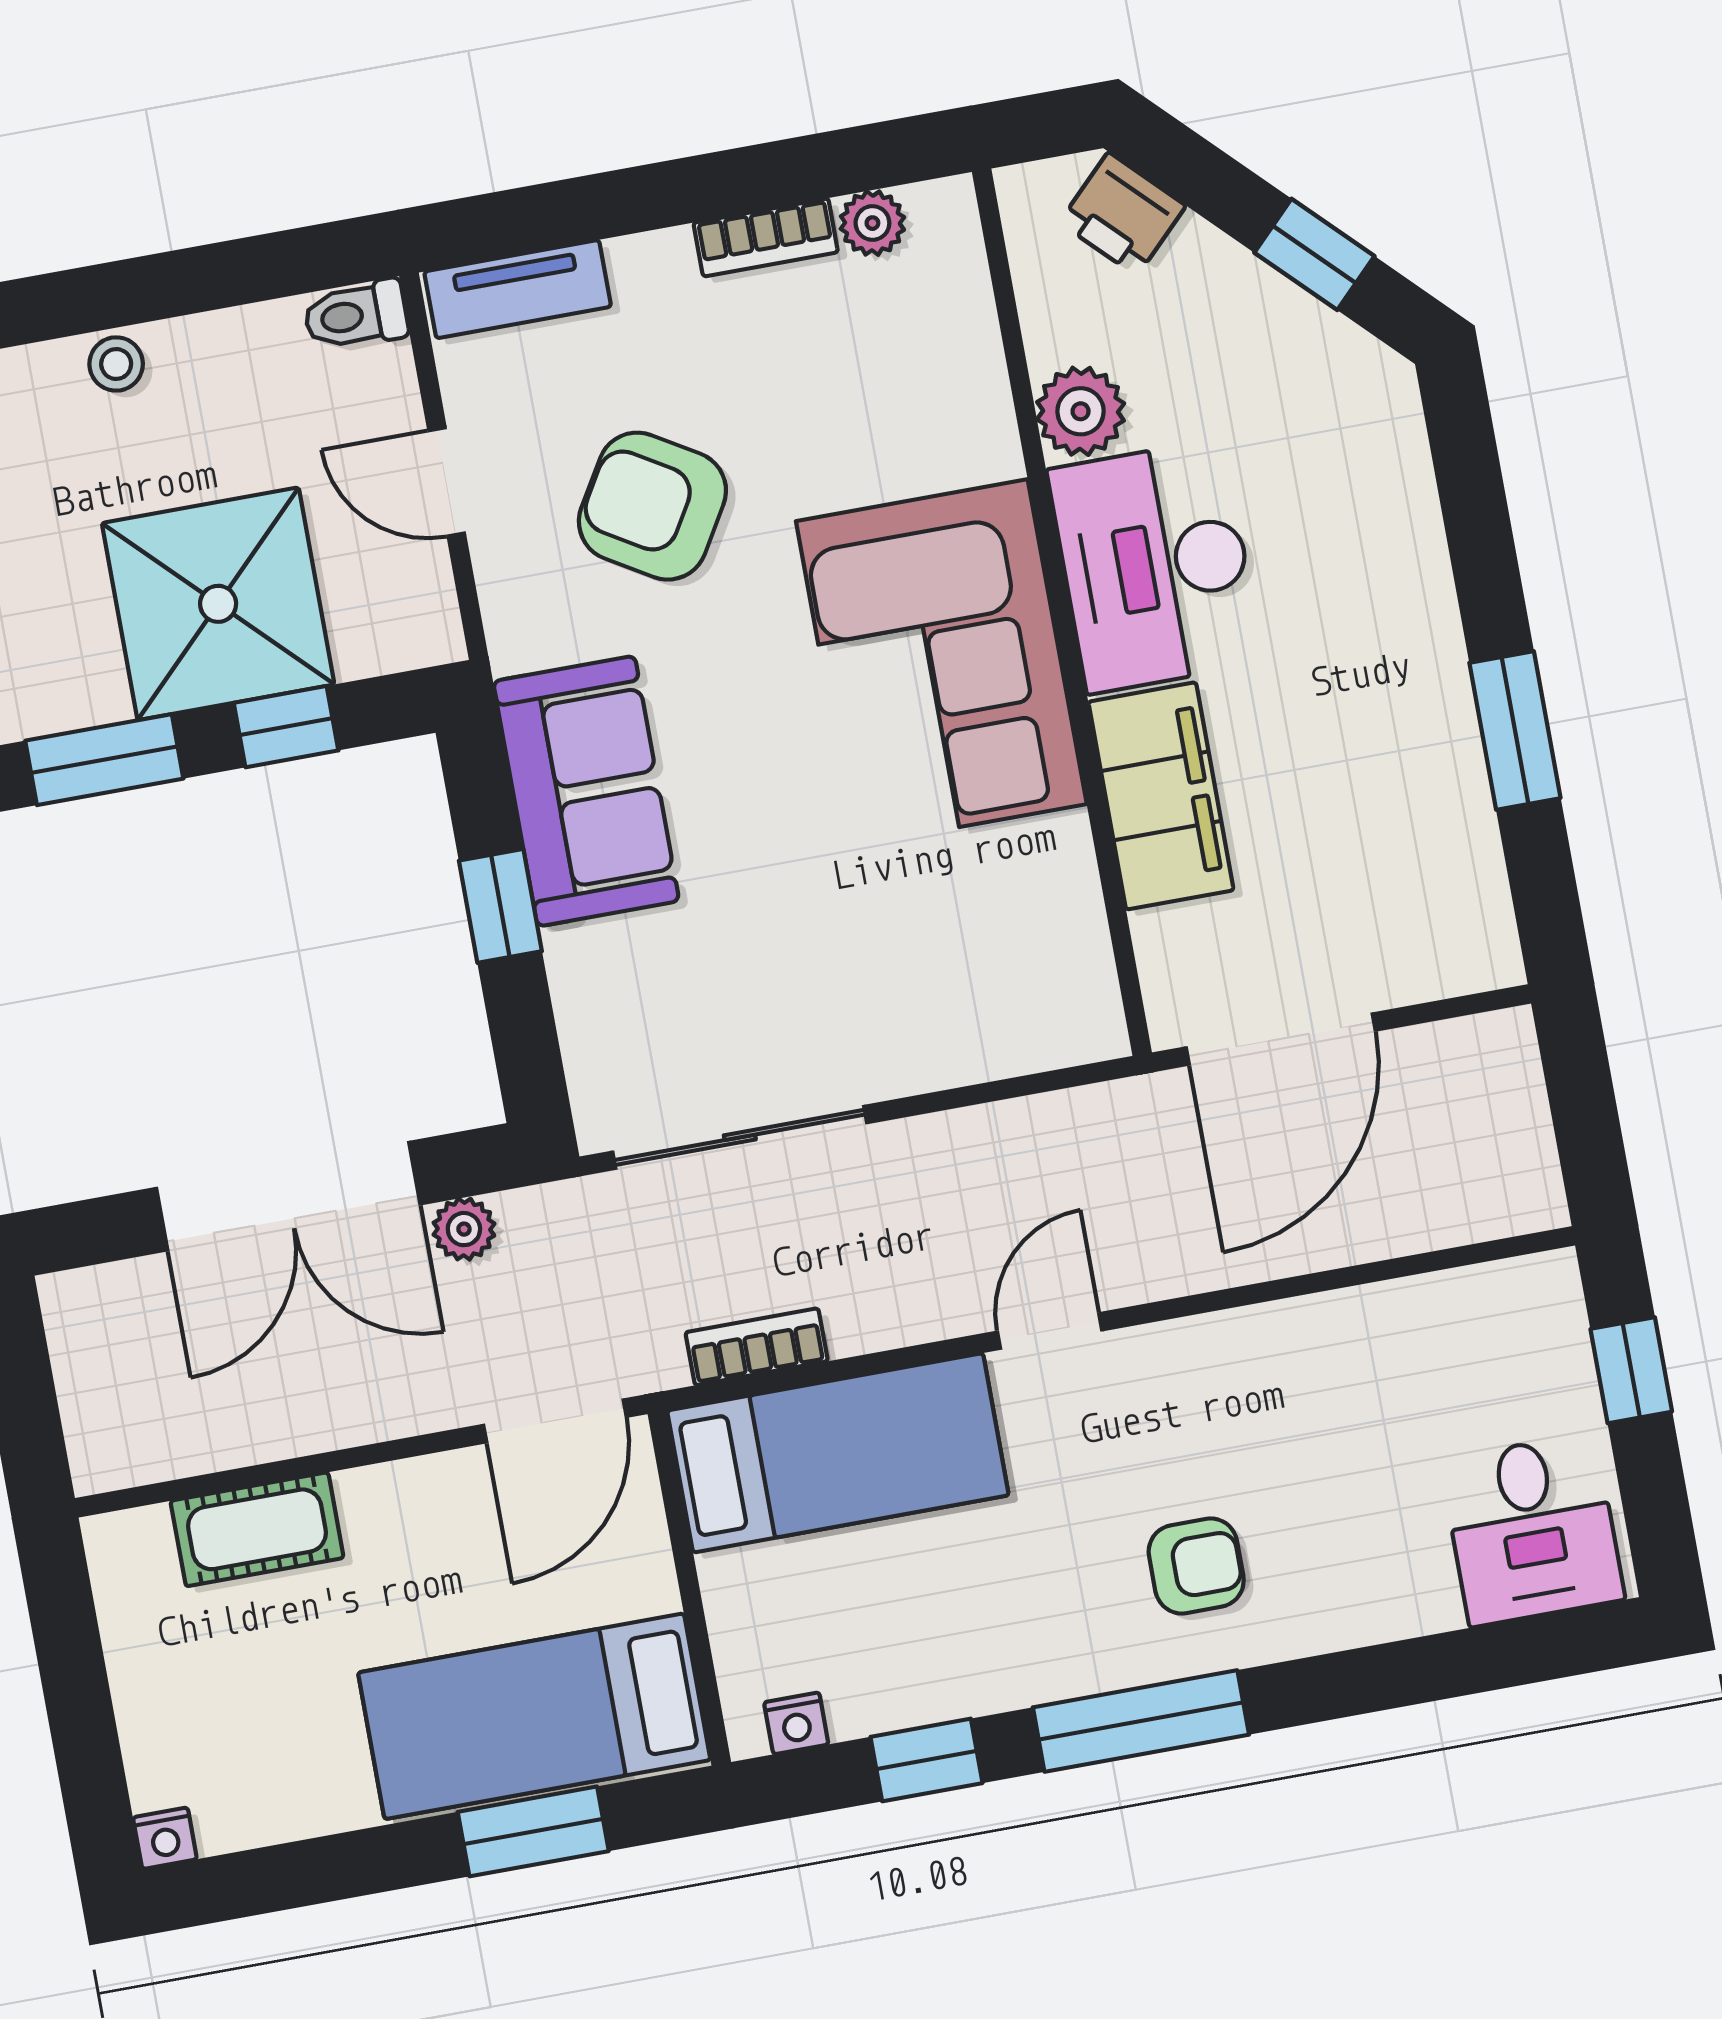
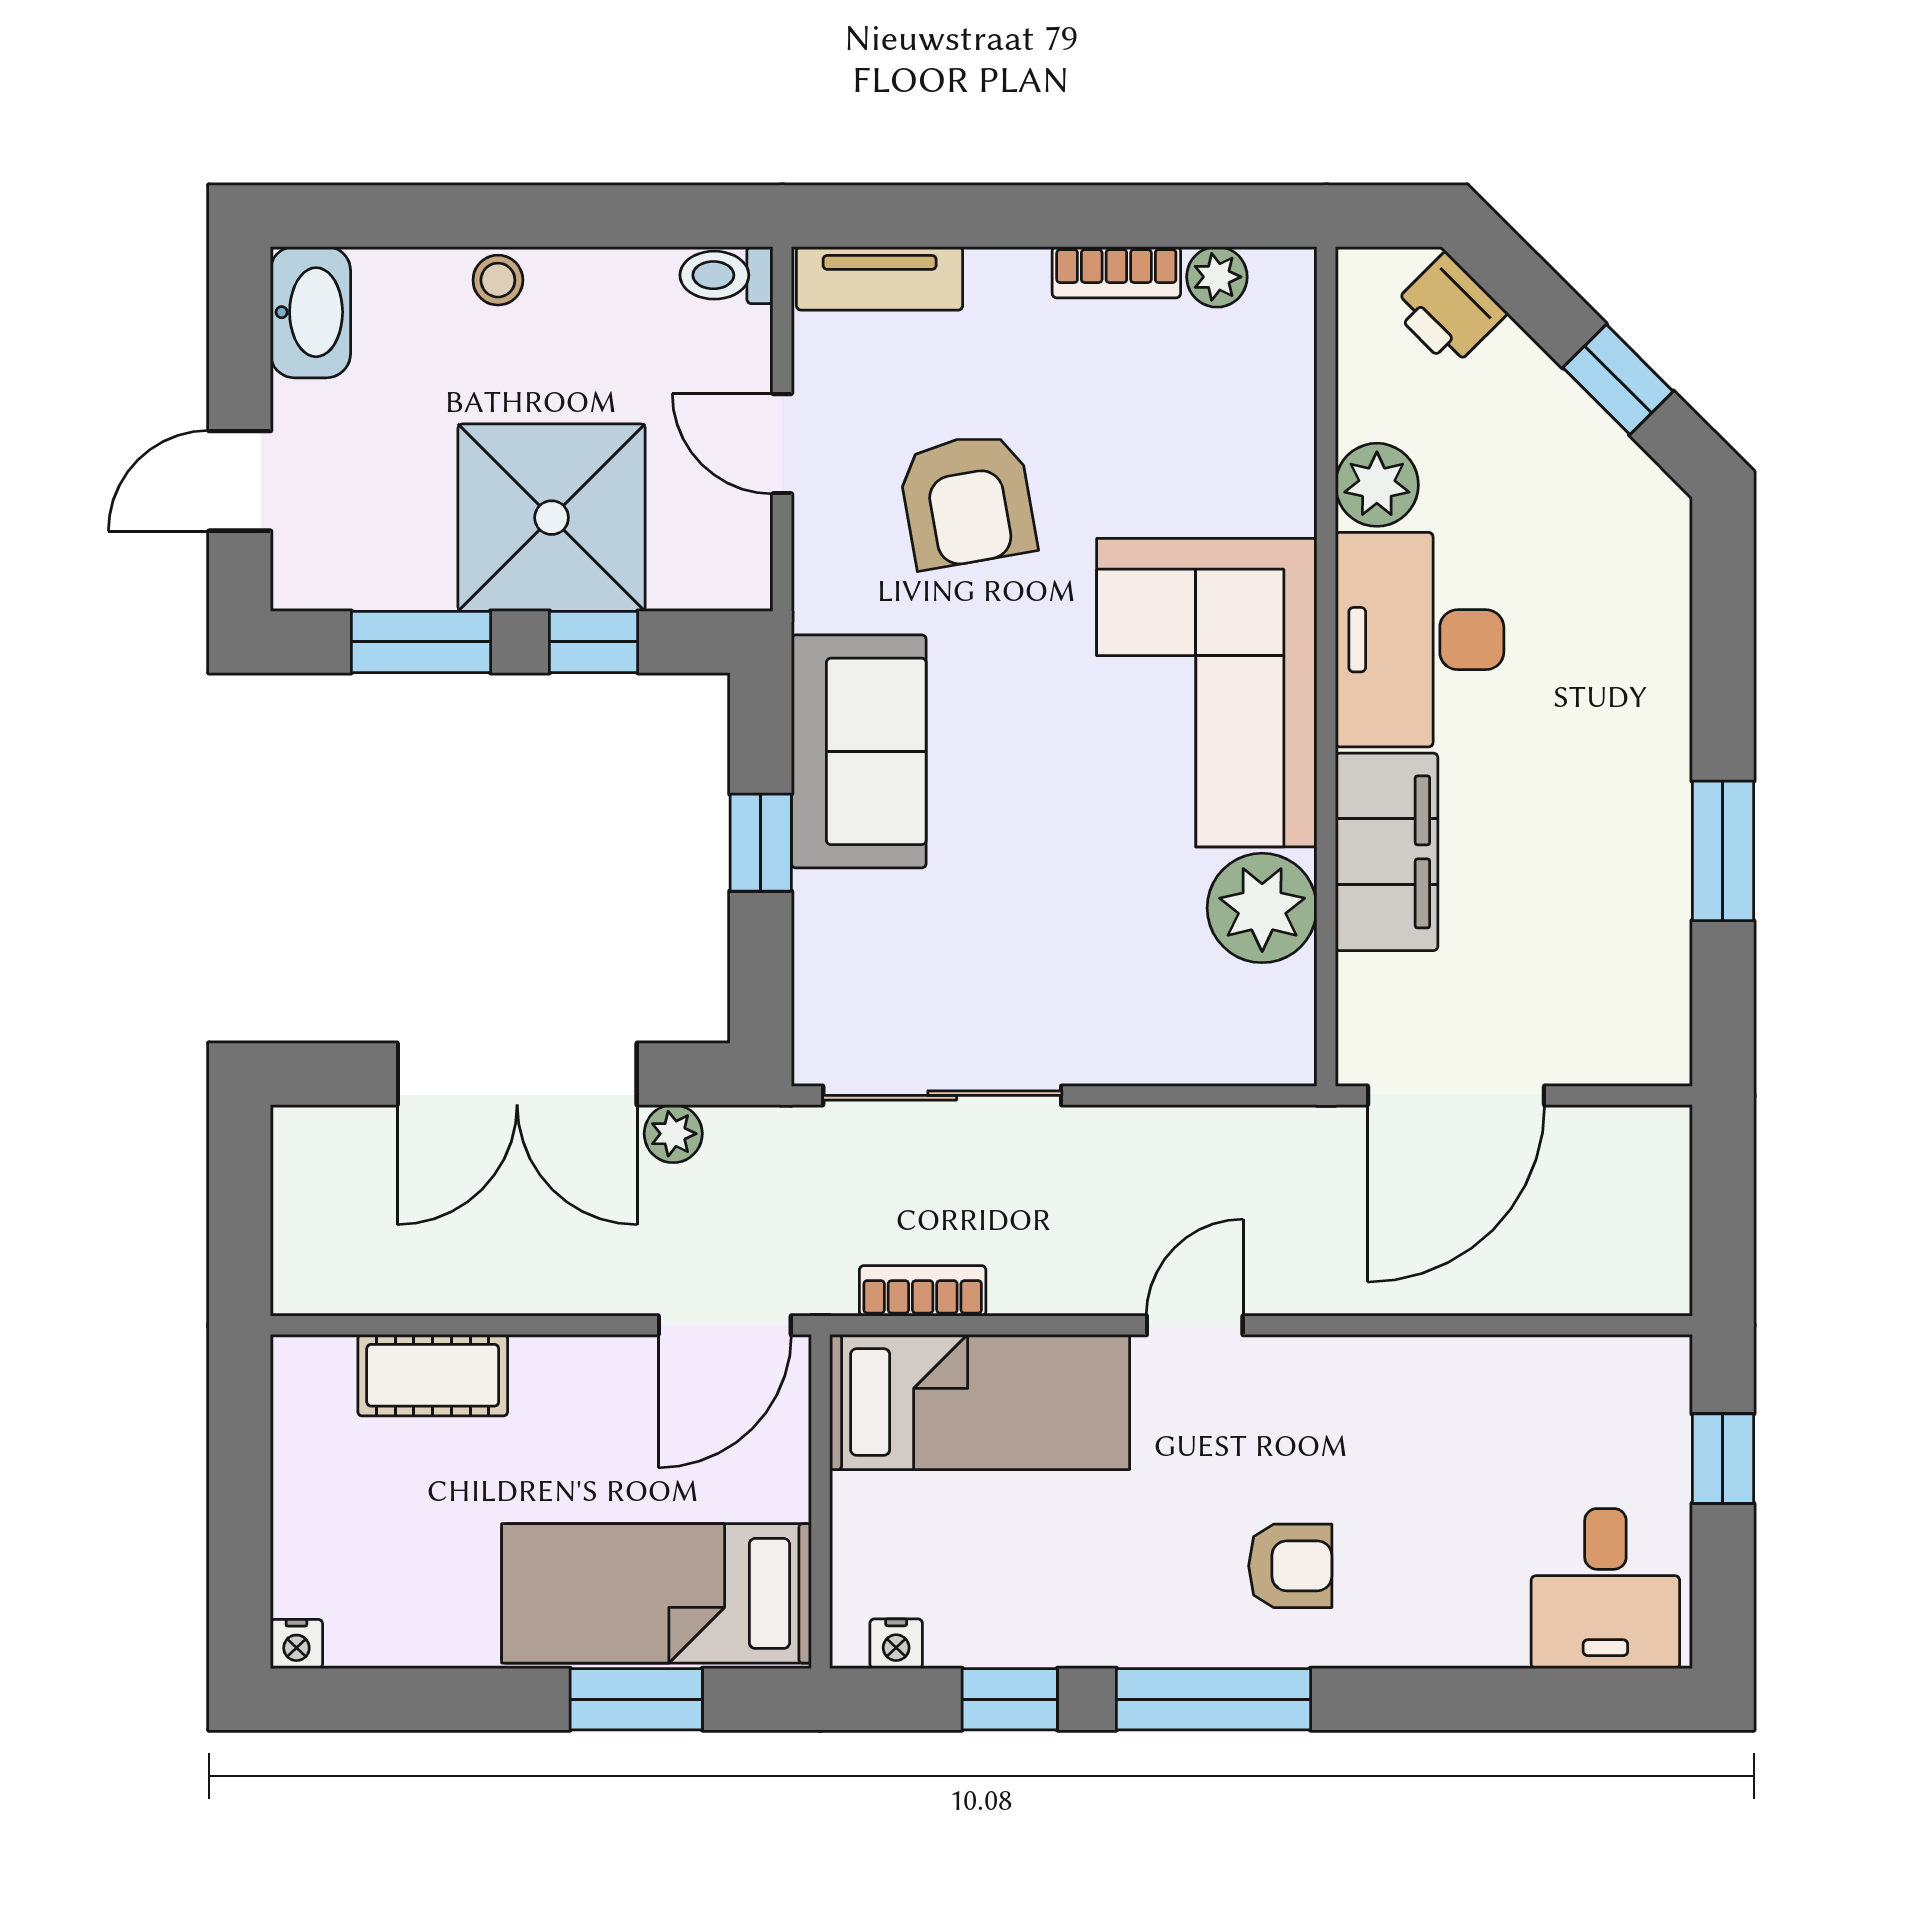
armchair: (652, 506) -> (967, 500), turned -131
plant: (1041, 879) -> (1262, 908), added

